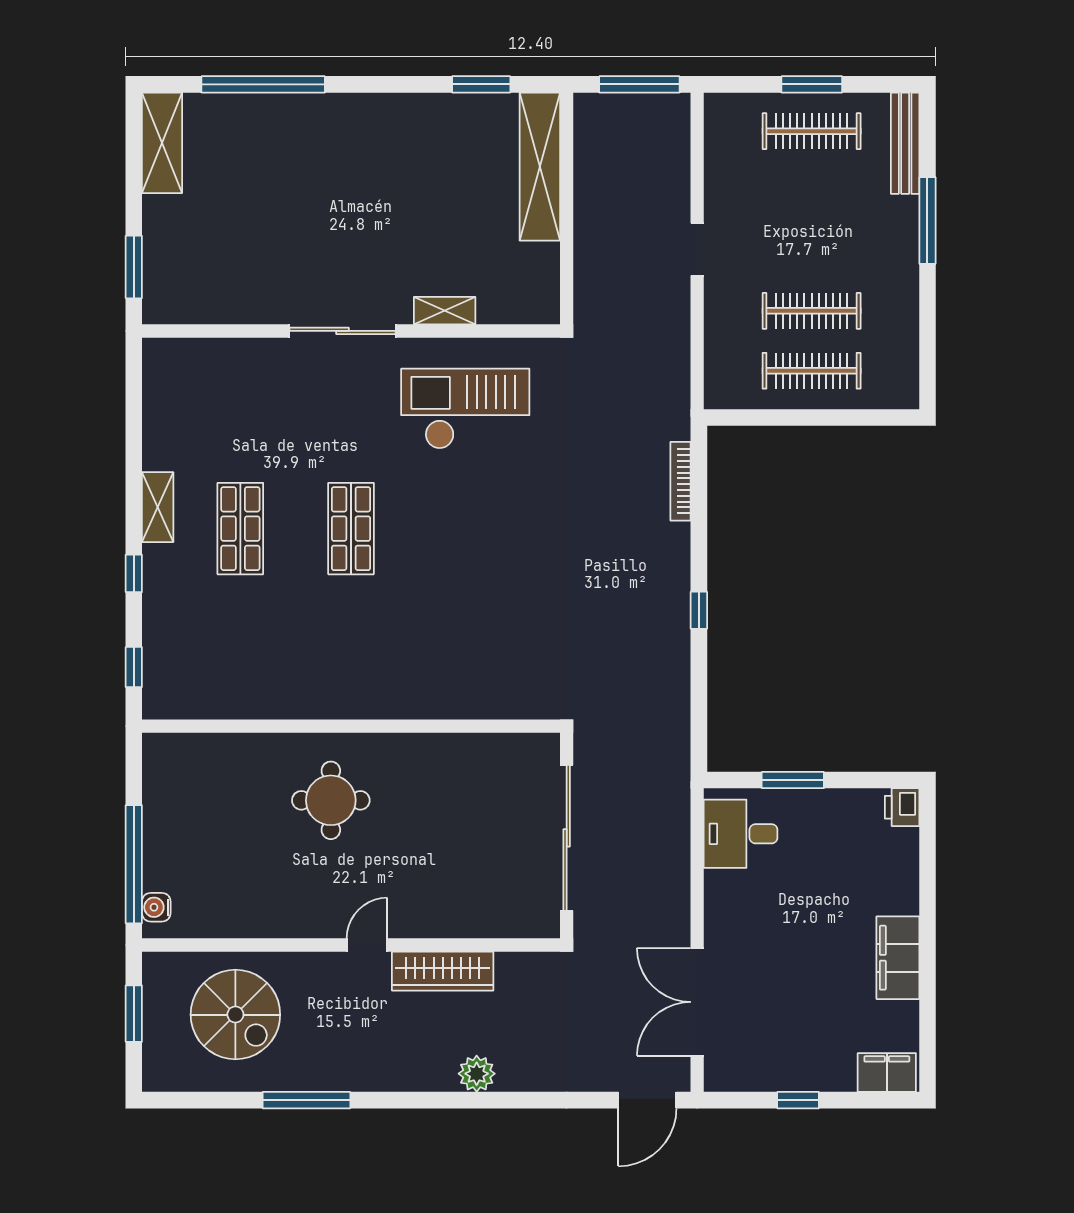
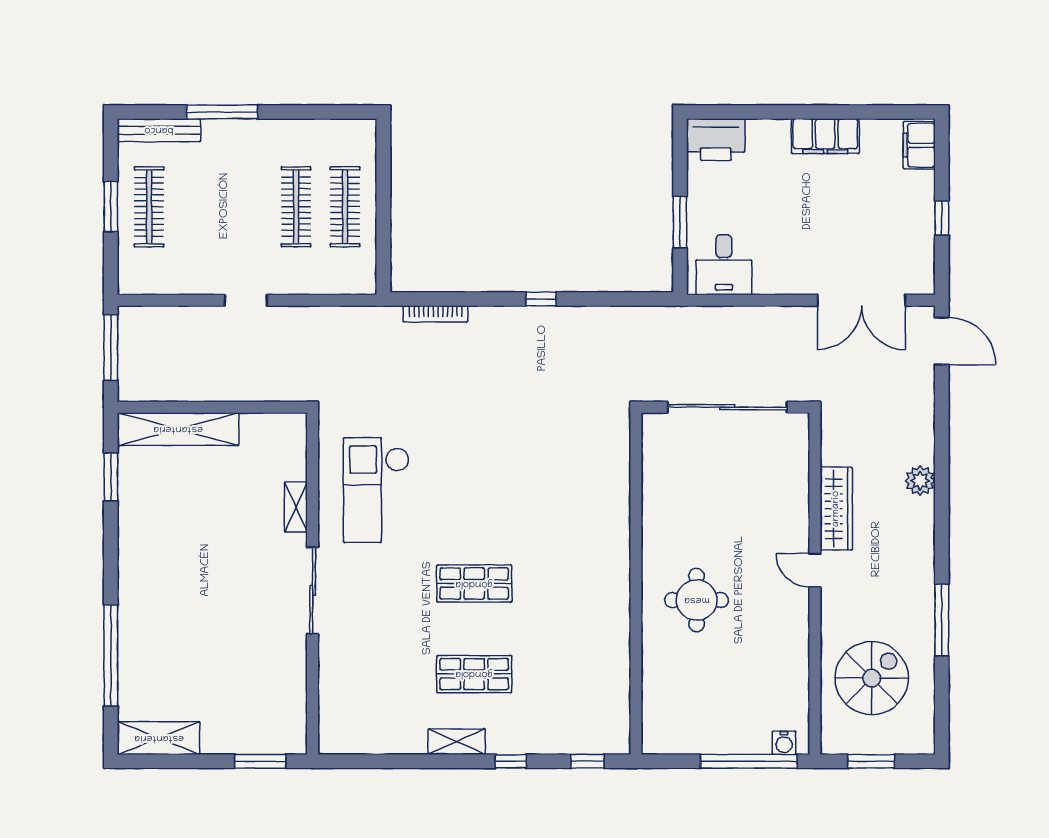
printer: (902, 807) -> (716, 140), width x1.87, depth x1.48

